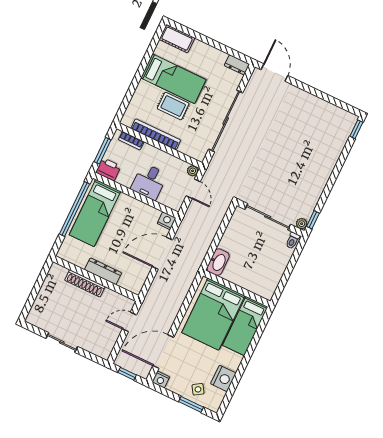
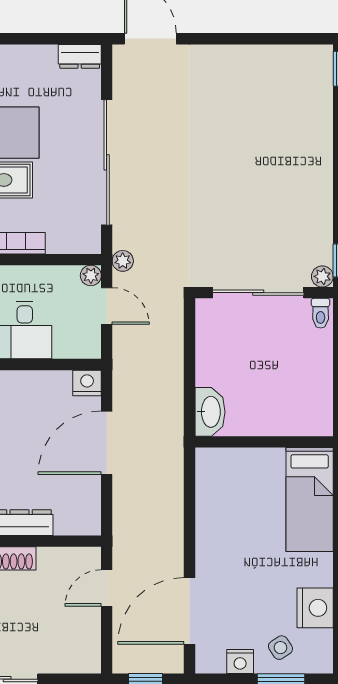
plant: (211, 171) -> (123, 261), added
bed: (213, 314) -> (245, 505), removed
nightstand: (161, 380) -> (240, 662), moved

